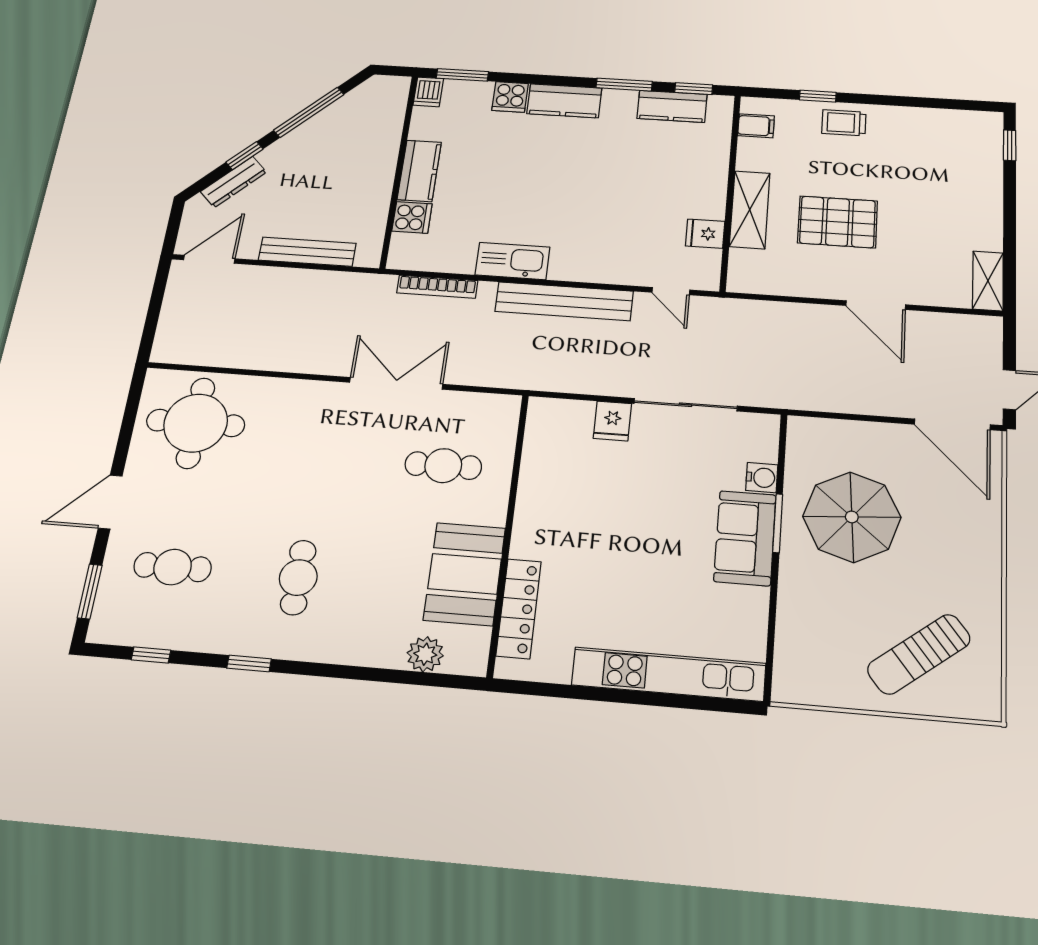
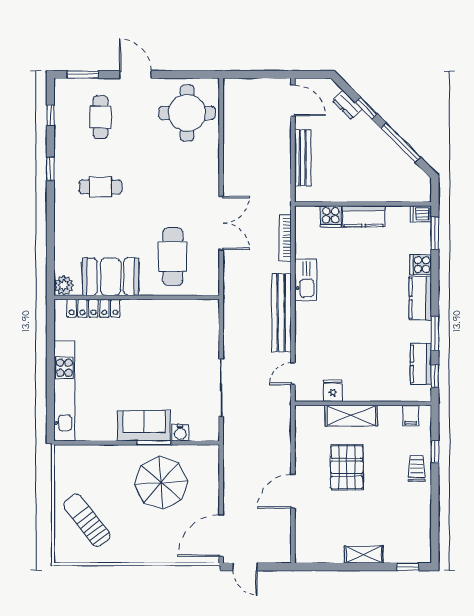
dresser: (234, 182) -> (347, 105), width x0.70
shelving: (988, 281) -> (364, 555), moved
fridge: (612, 421) -> (208, 348), removed
cafe table: (443, 466) -> (173, 257), width x1.37, depth x1.35
plant: (425, 654) -> (64, 285), moved

